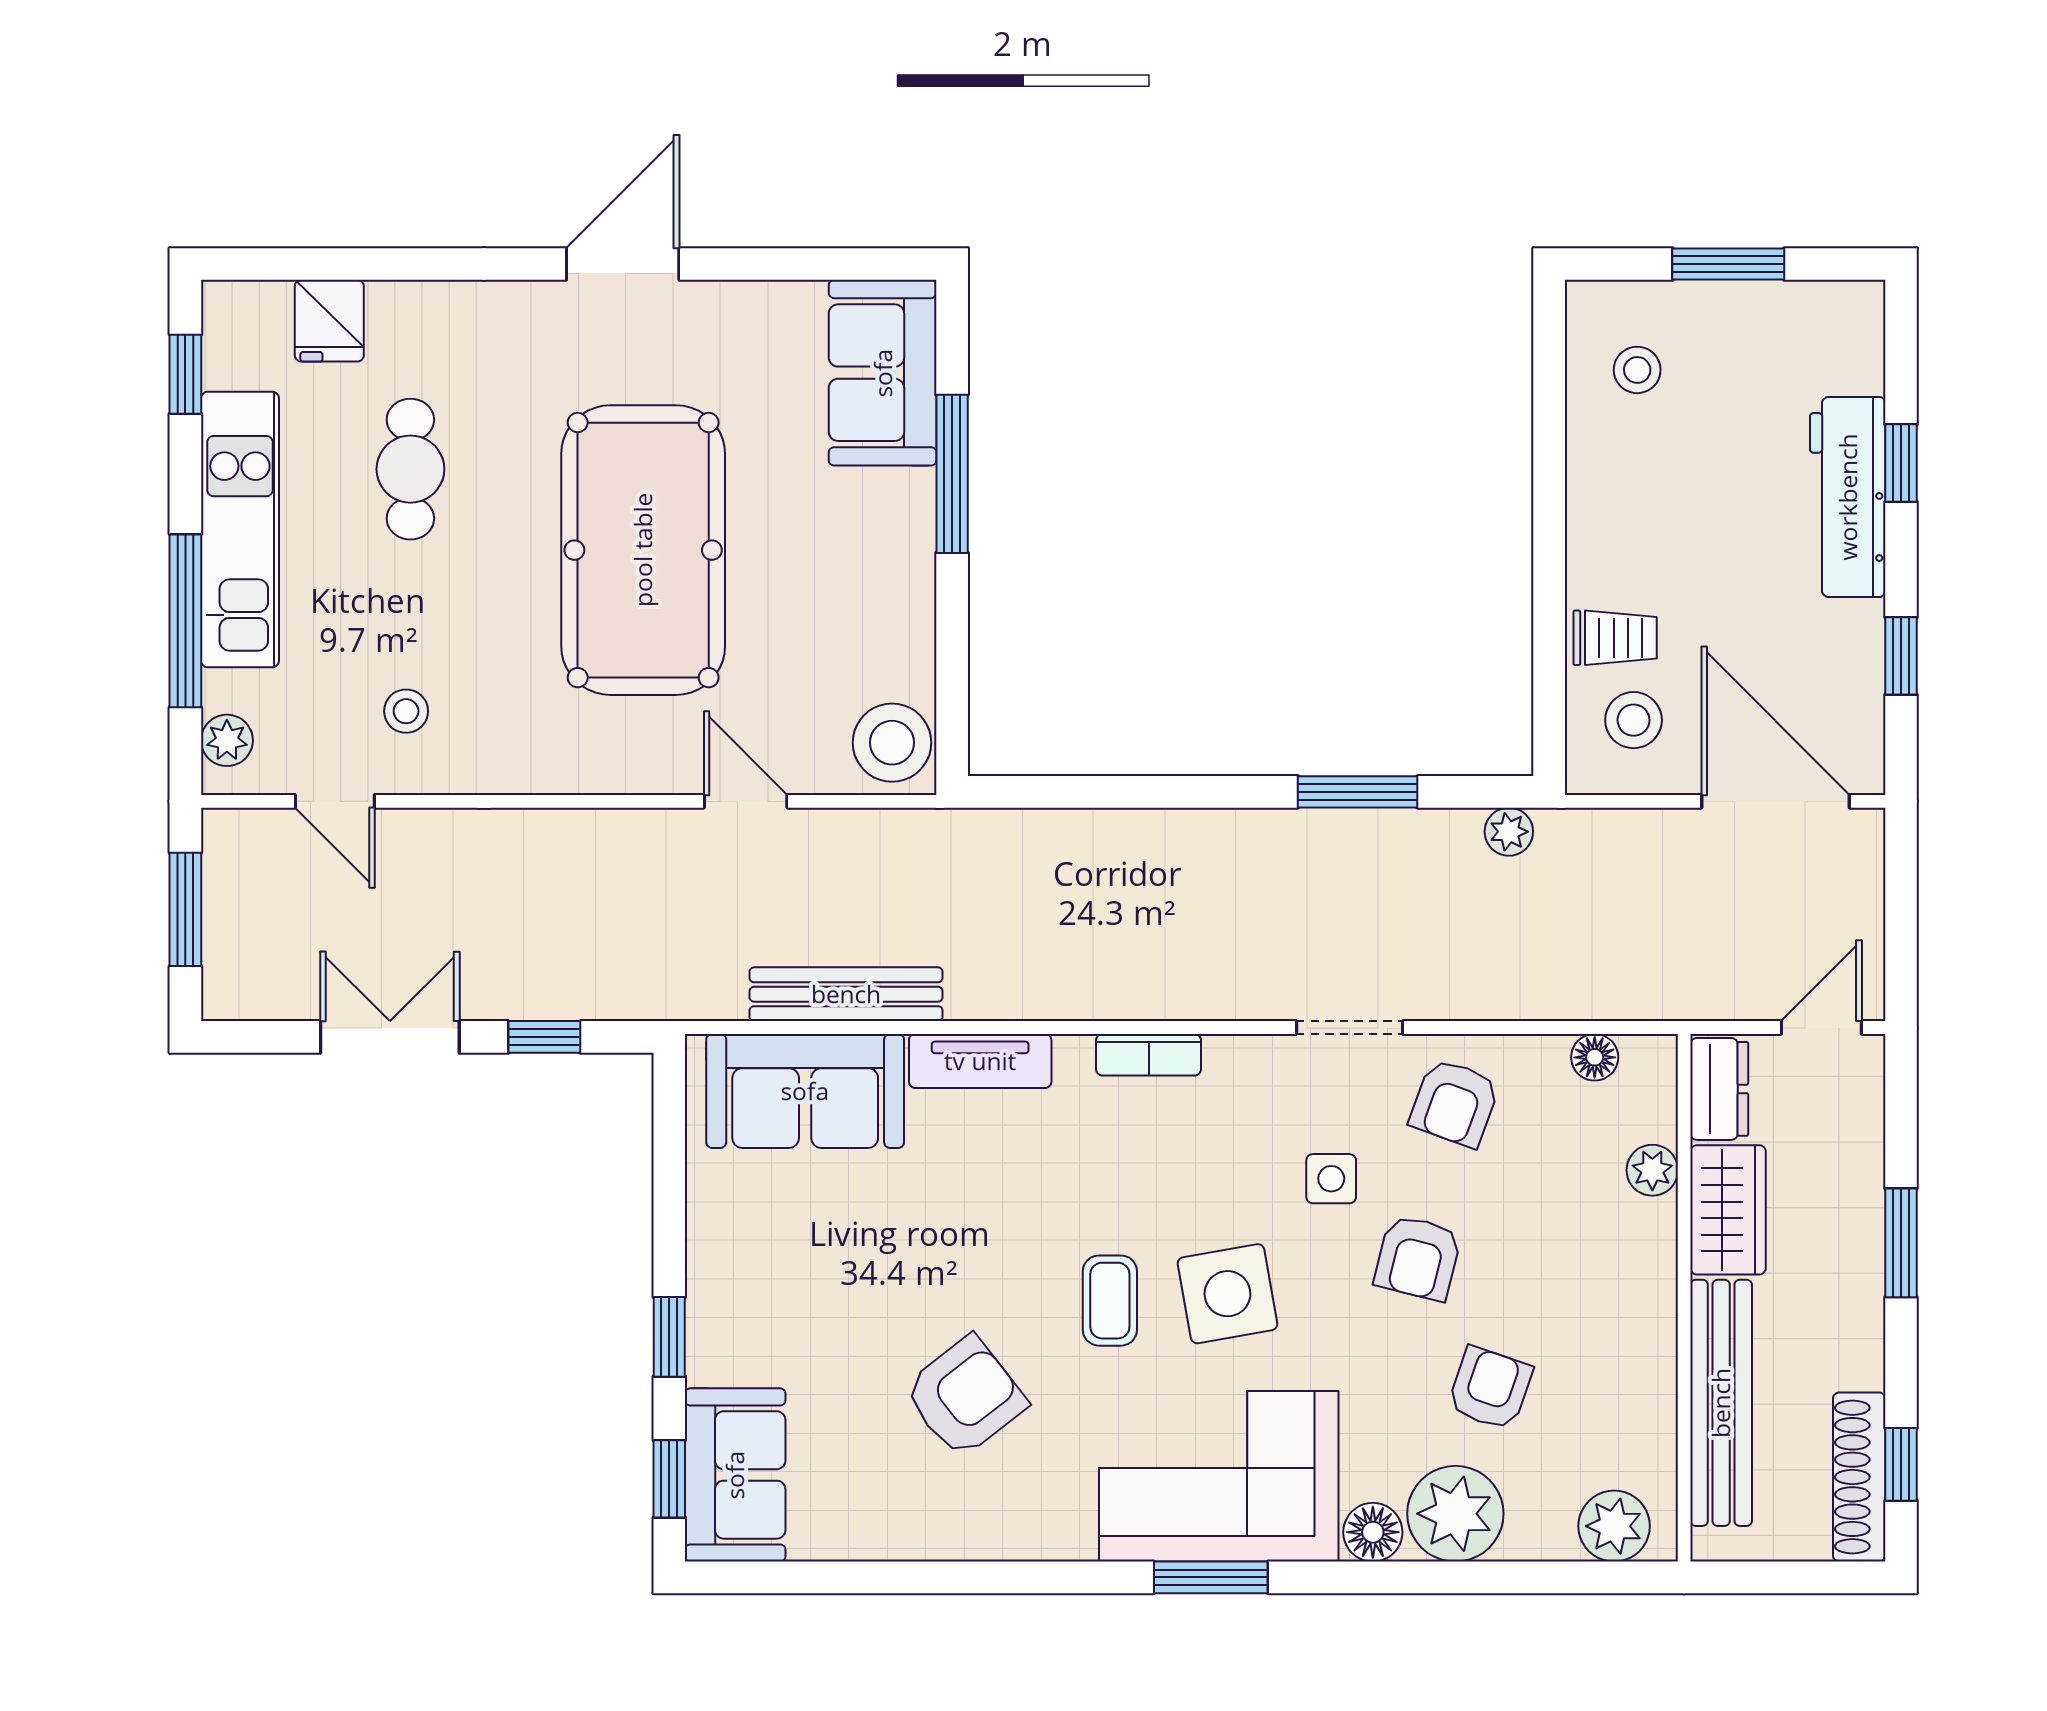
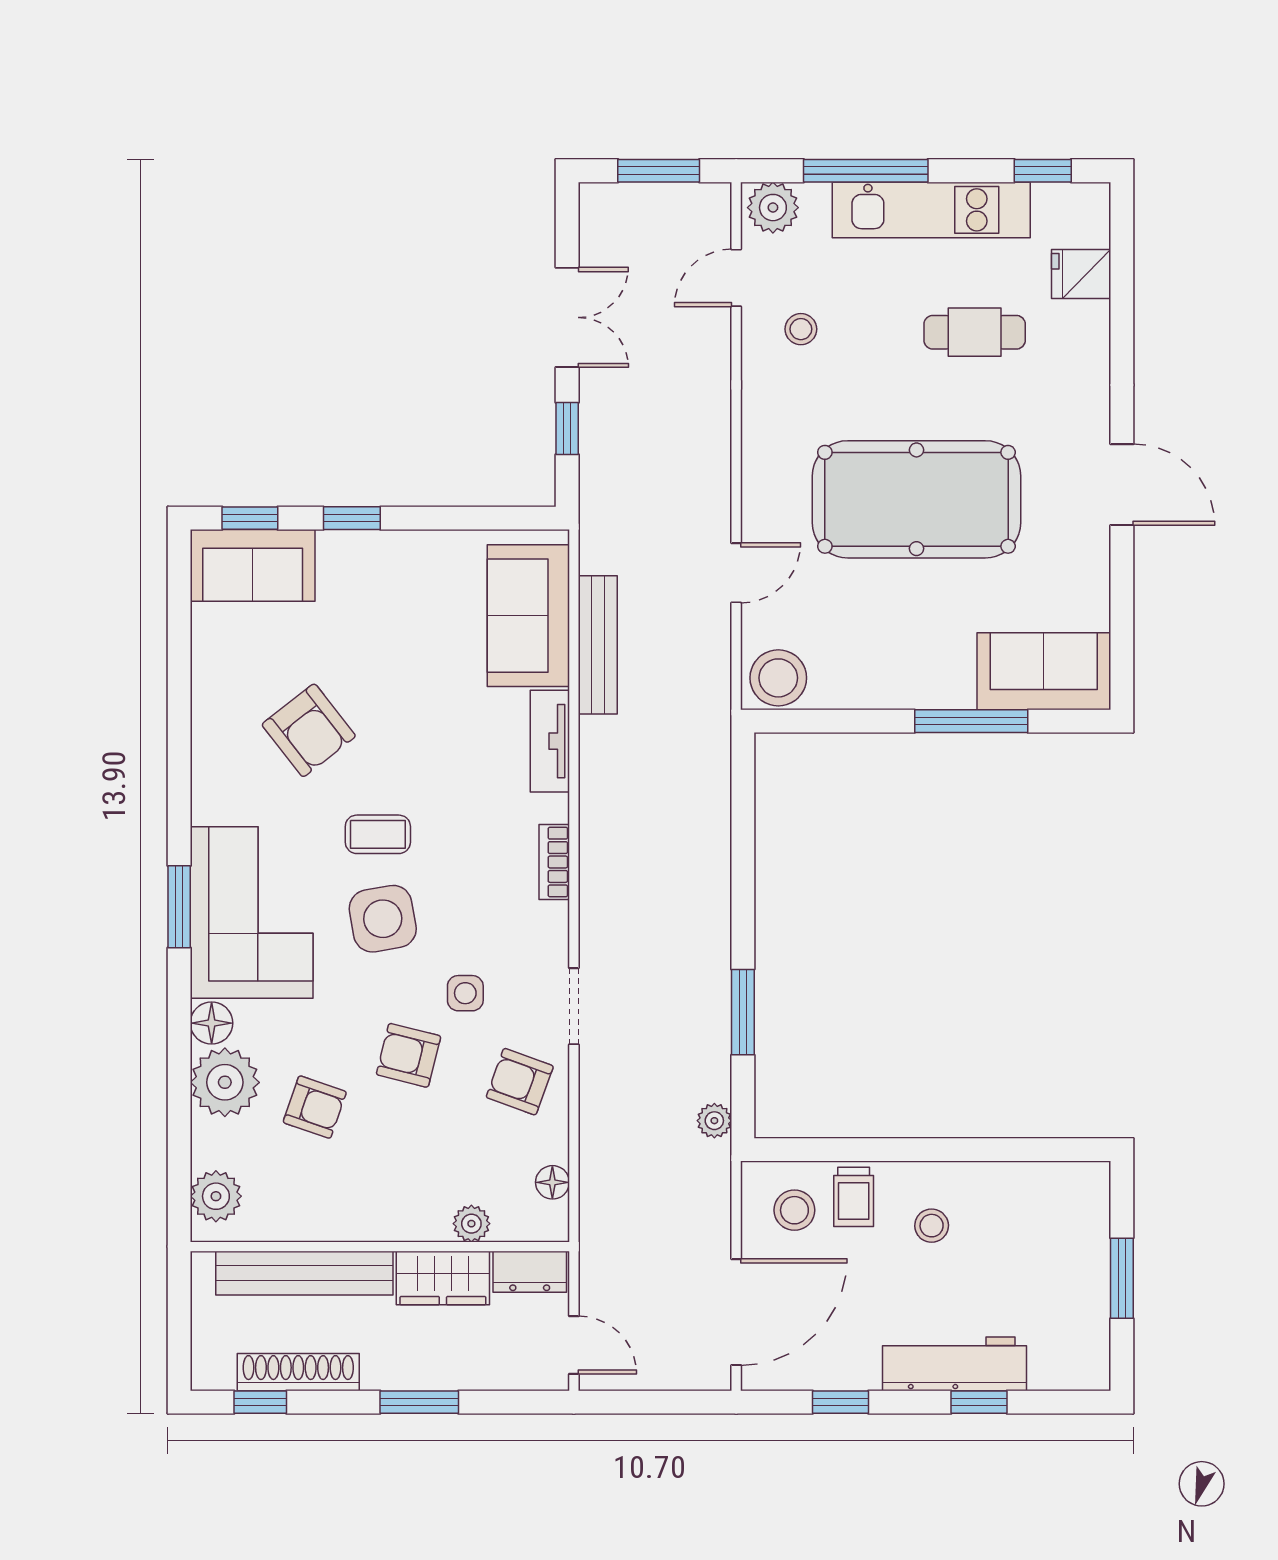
stool: (1637, 370) -> (932, 1226), moved
plant: (227, 740) -> (773, 208), width x1.38, depth x1.38
shoe rack: (1859, 1477) -> (298, 1372), moved

